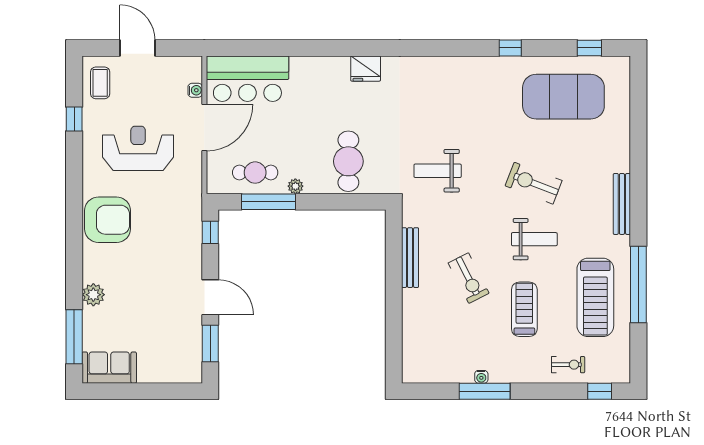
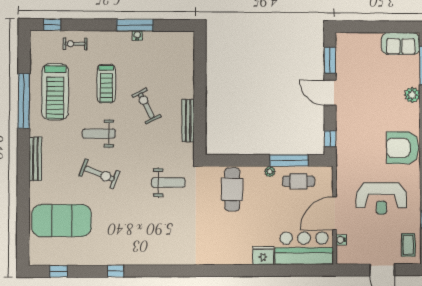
fridge: (366, 69) -> (263, 256), moved
exercise mat: (563, 97) -> (62, 221), moved
treadmill: (595, 297) -> (55, 92), turned 180

